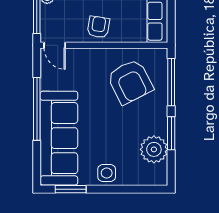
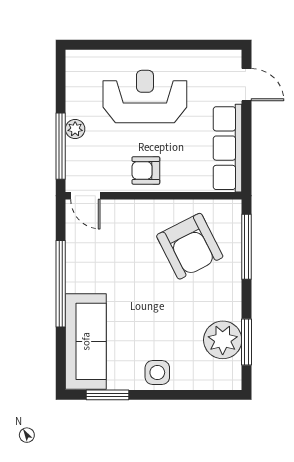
armchair: (98, 27) -> (146, 170), turned -99
window: (171, 133) -> (247, 342), moved
sofa: (59, 138) -> (86, 341), width x0.74, depth x0.79

